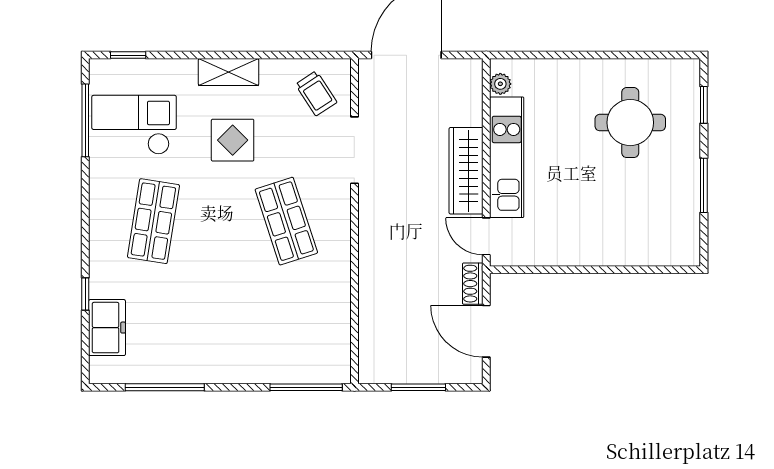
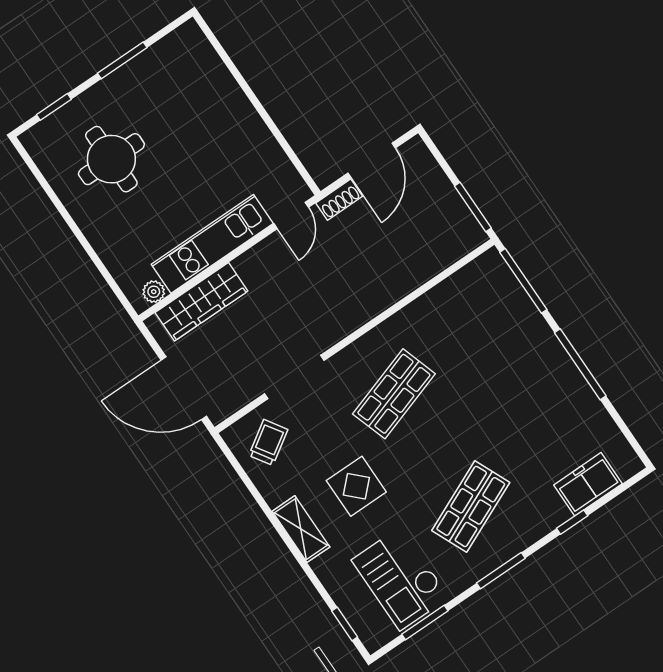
window: (85, 120) -> (425, 623), width x0.69
wardrobe: (466, 171) -> (201, 302), moved
window: (85, 210) -> (501, 571), added
shop shelf: (153, 221) -> (471, 506), turned -33
window: (165, 387) -> (580, 364), moved
window: (418, 387) -> (473, 207), moved

